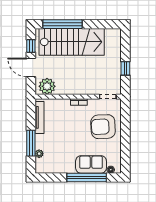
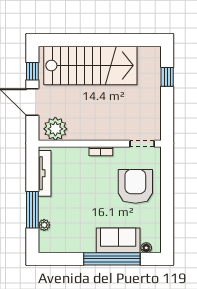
window: (63, 24) -> (78, 40), removed
window: (125, 68) -> (167, 77), moved
armchair: (103, 127) -> (135, 186), turned 93

